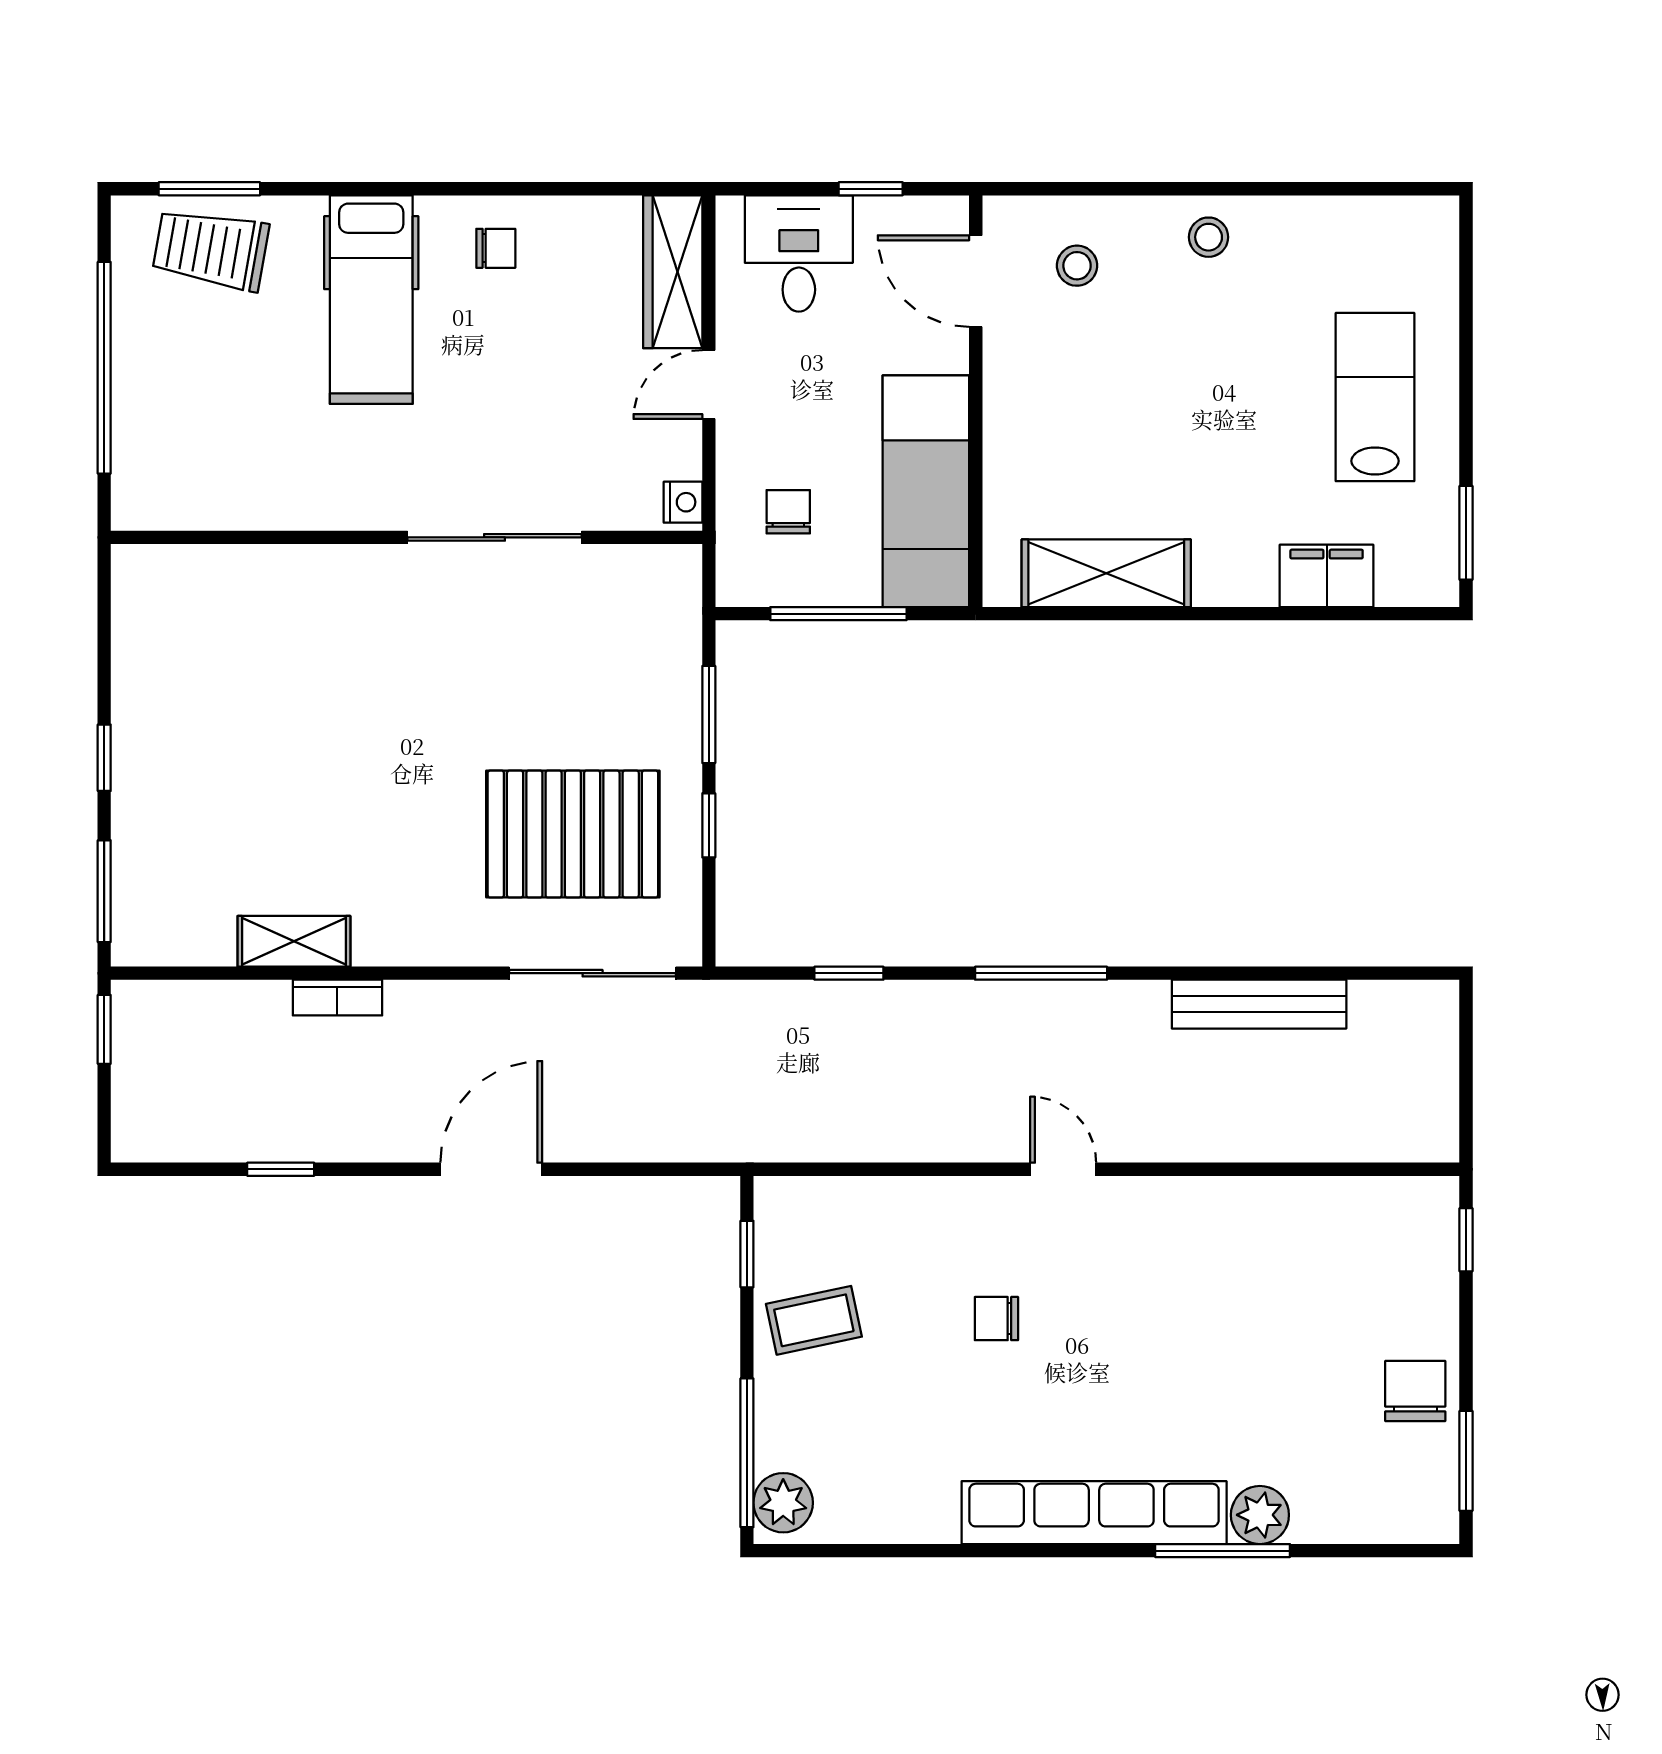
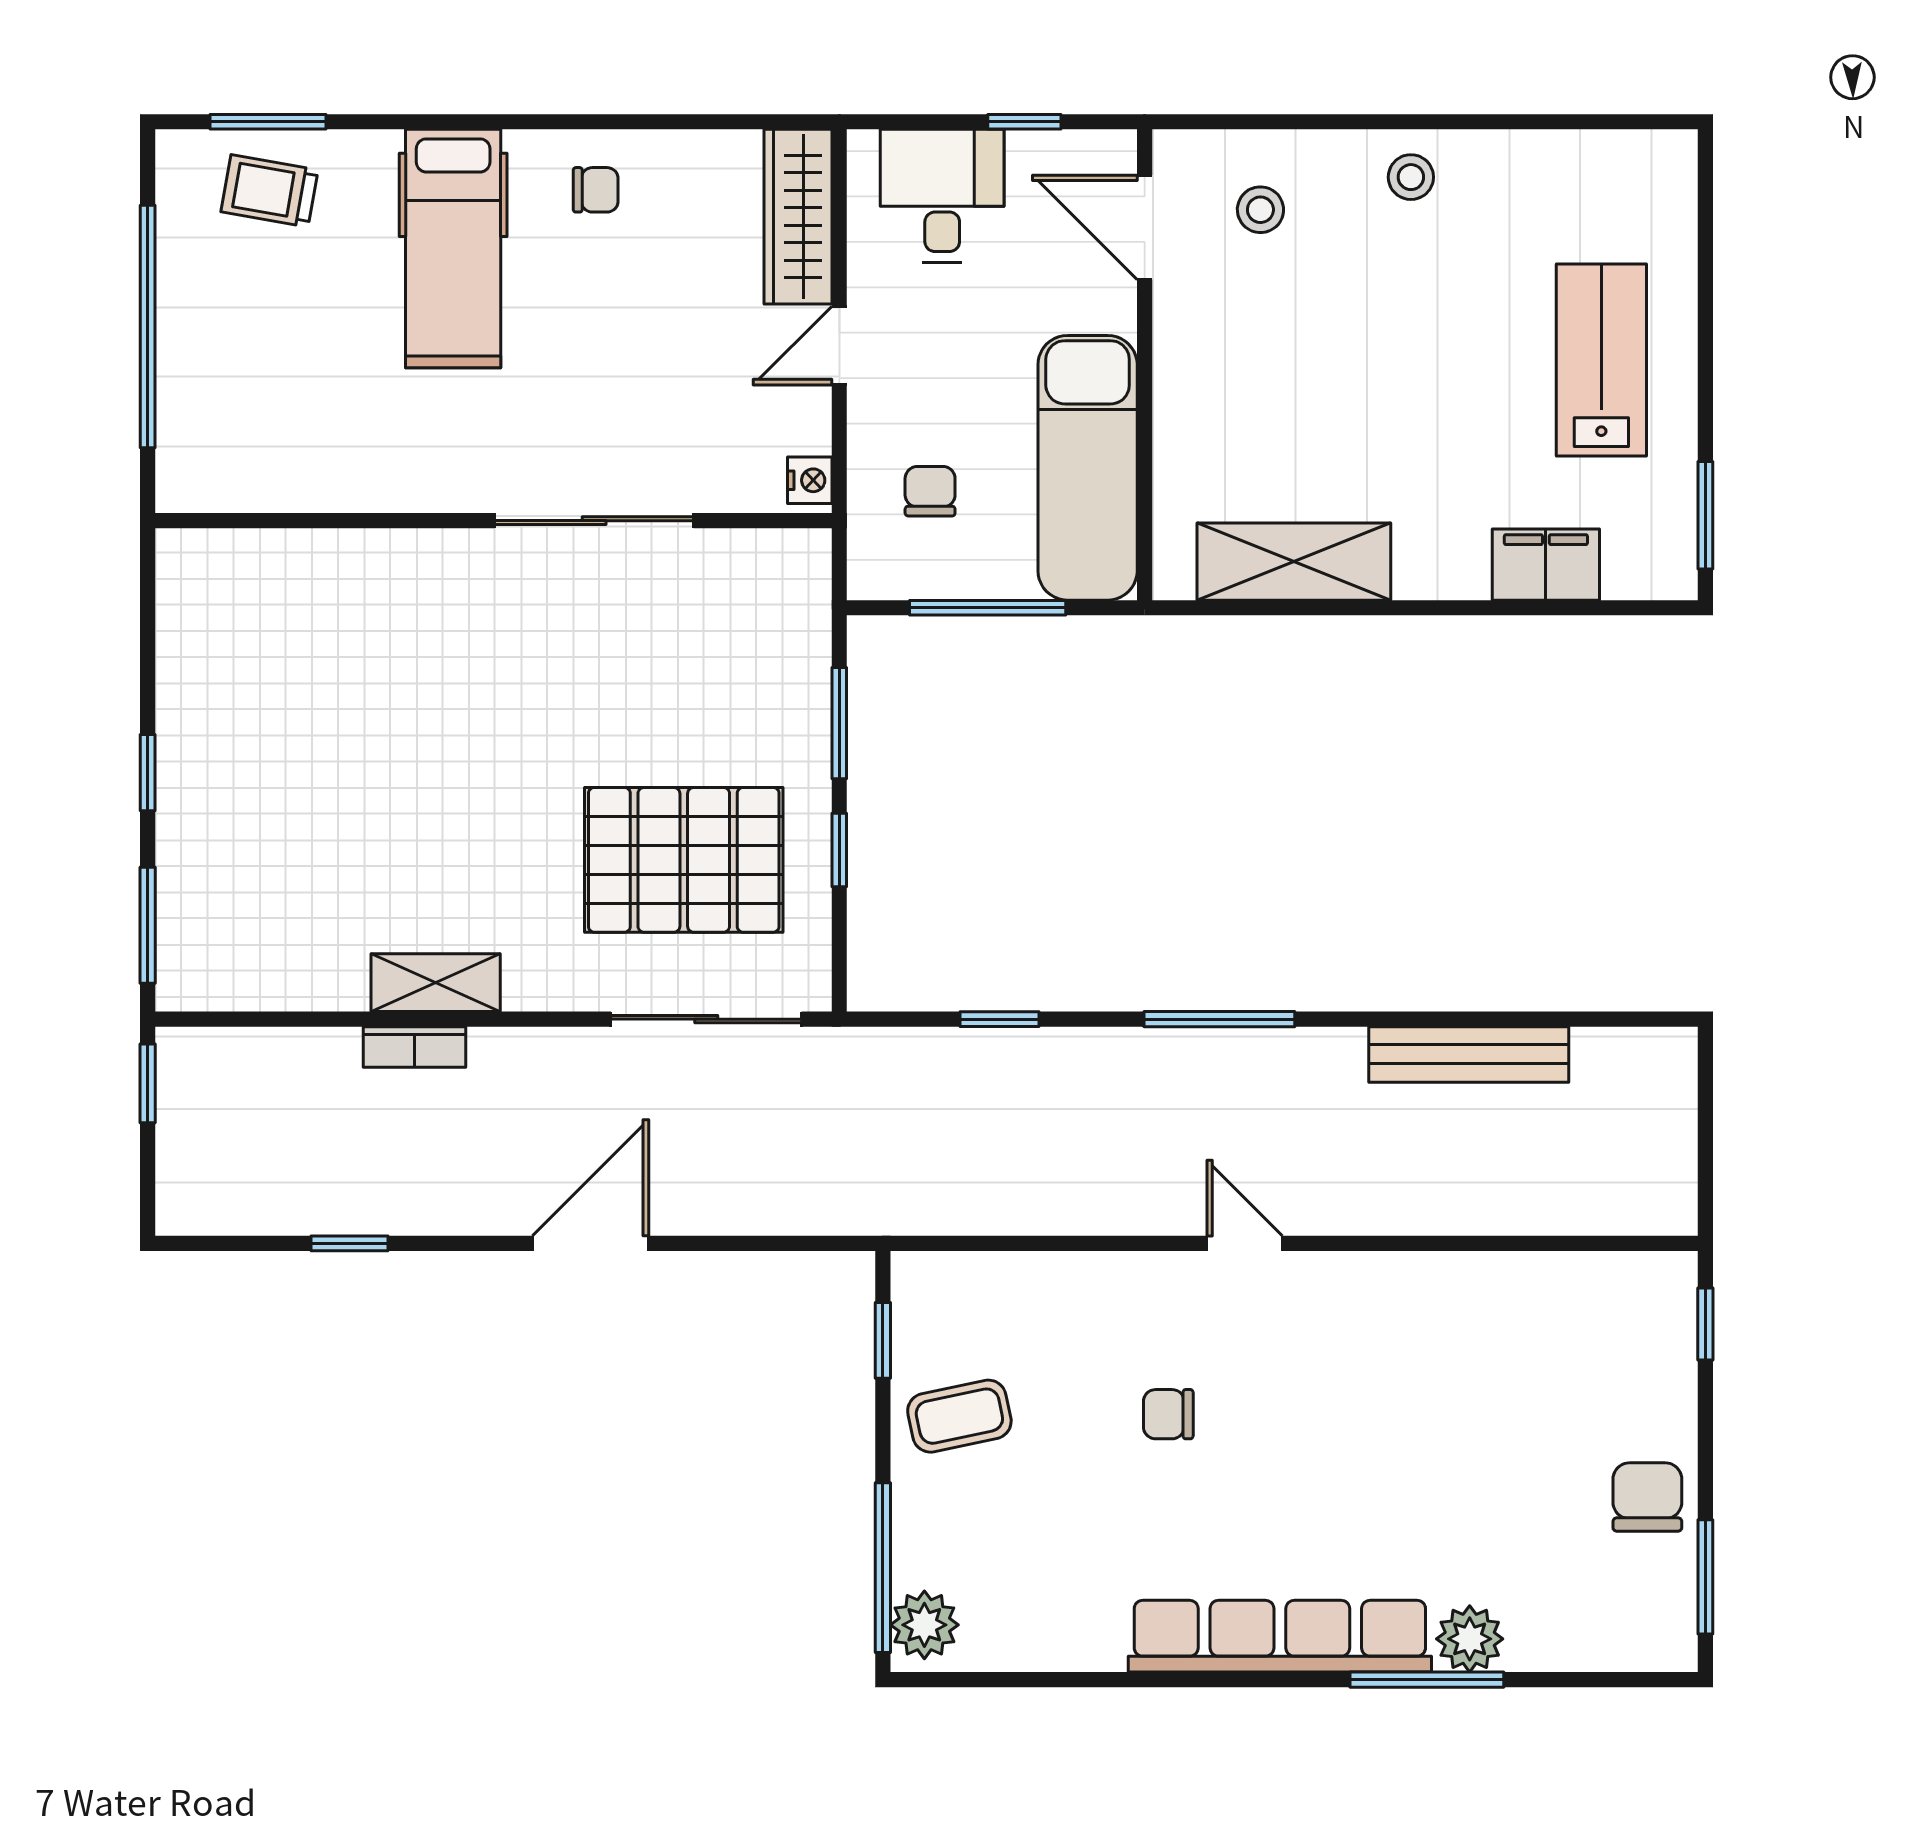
trolley: (211, 249) -> (270, 191), width x0.73, depth x0.72
shelving: (294, 941) -> (436, 983), moved

